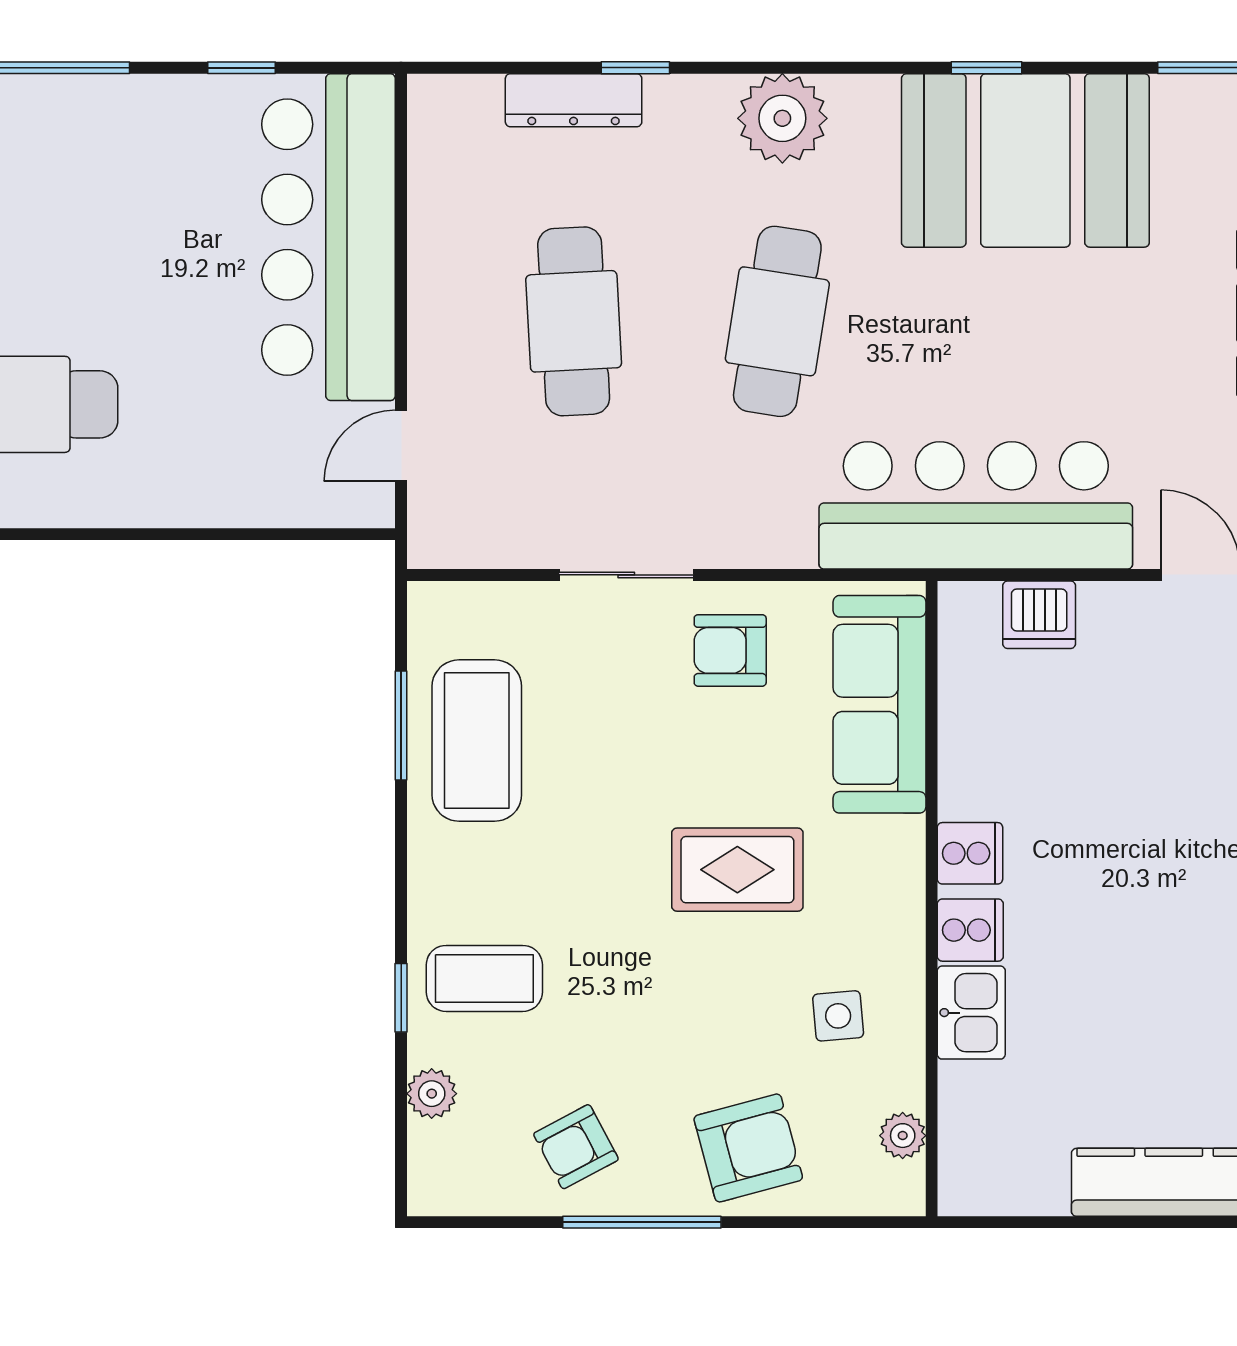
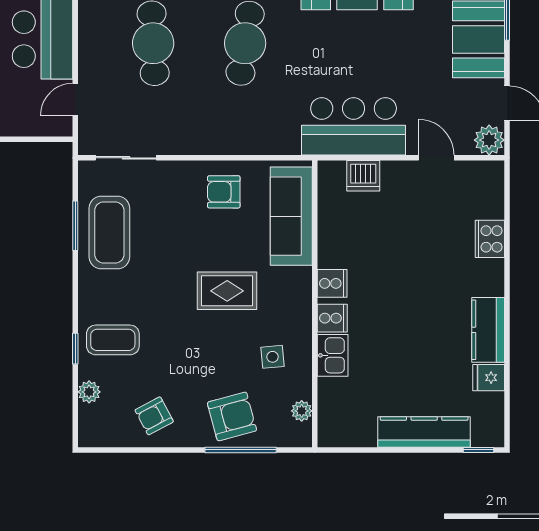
bar counter: (976, 505) -> (354, 126), width x0.73
sliding door: (626, 575) -> (126, 158), moved
window: (642, 1222) -> (241, 450), moved

